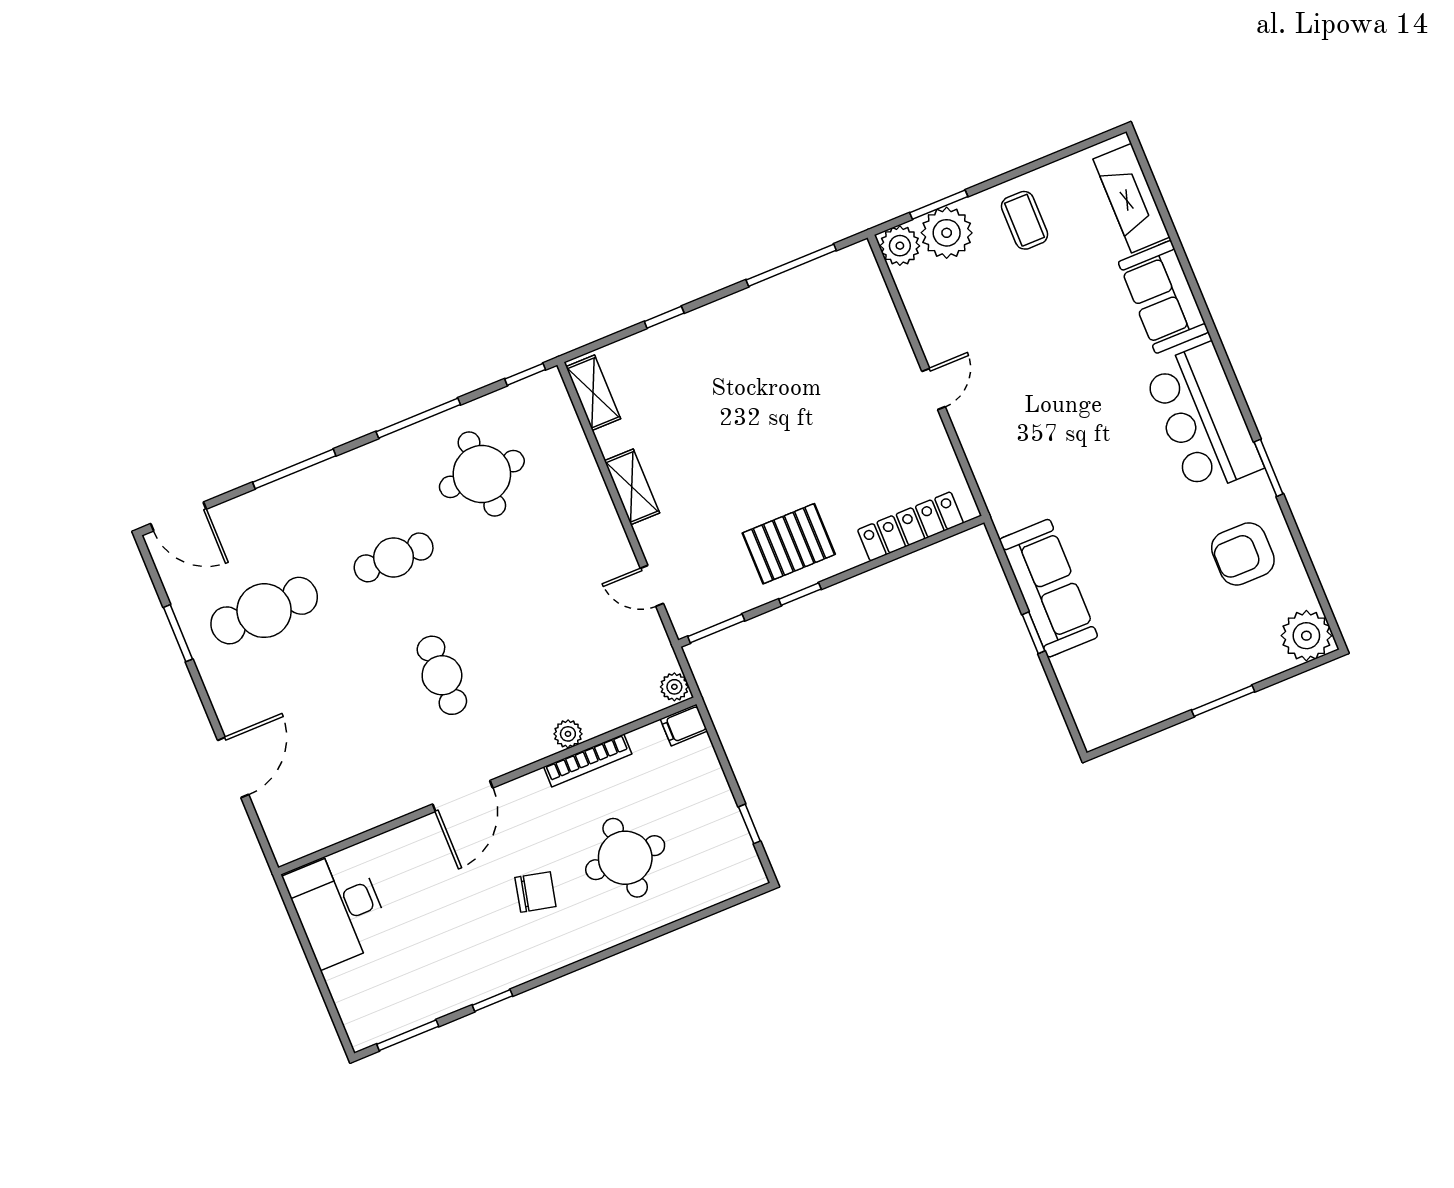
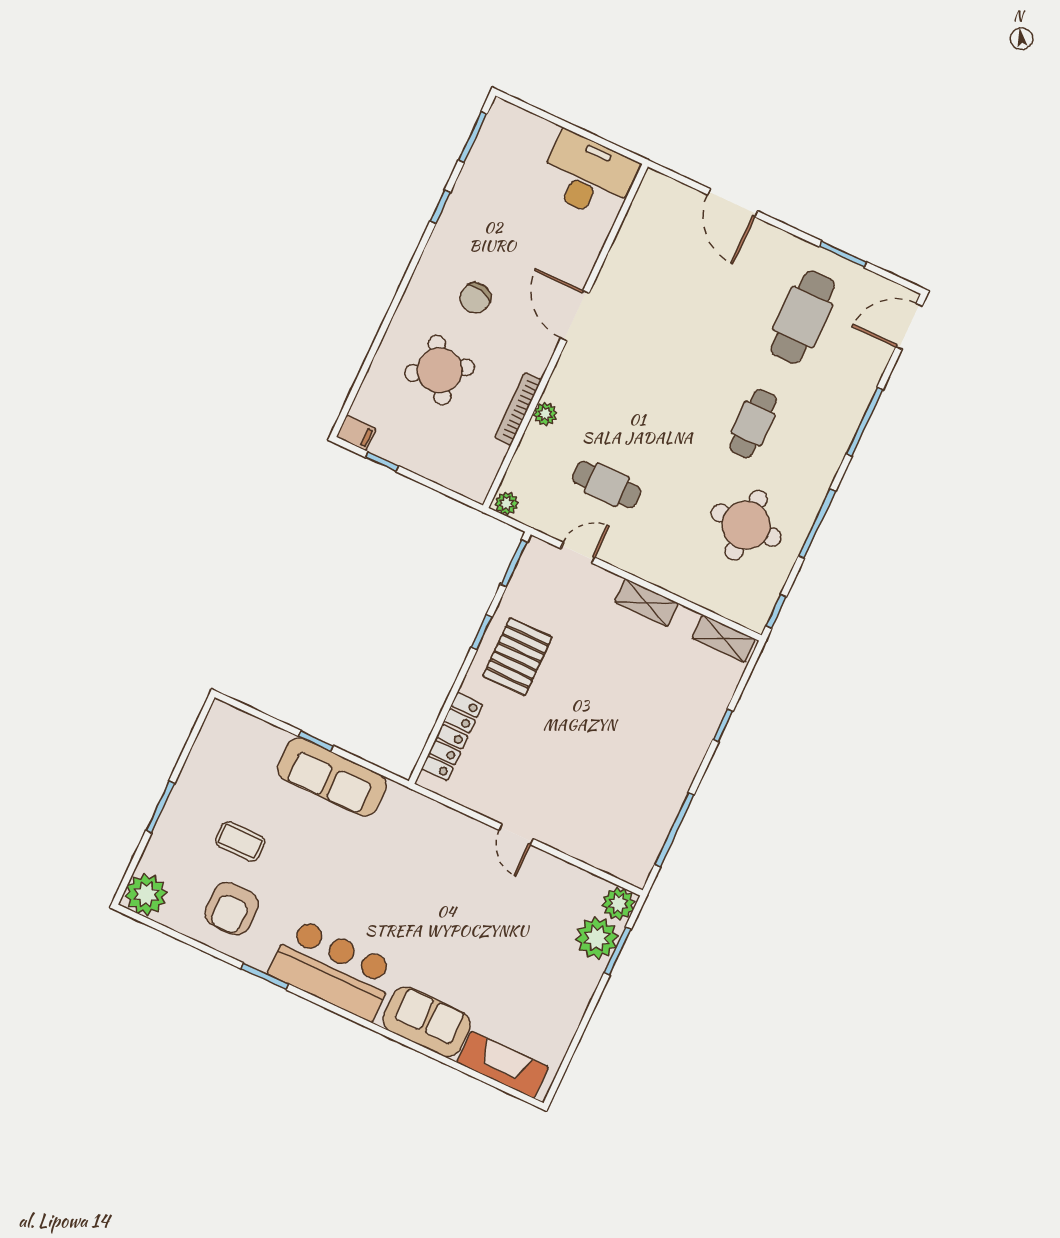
coffee table: (1025, 220) -> (240, 841), moved
armchair: (1243, 554) -> (232, 909), turned 180
cafe table: (442, 675) -> (607, 485), moved
filing cabinet: (684, 725) -> (356, 433), moved, turned 90
round table: (625, 858) -> (440, 370), turned -31

